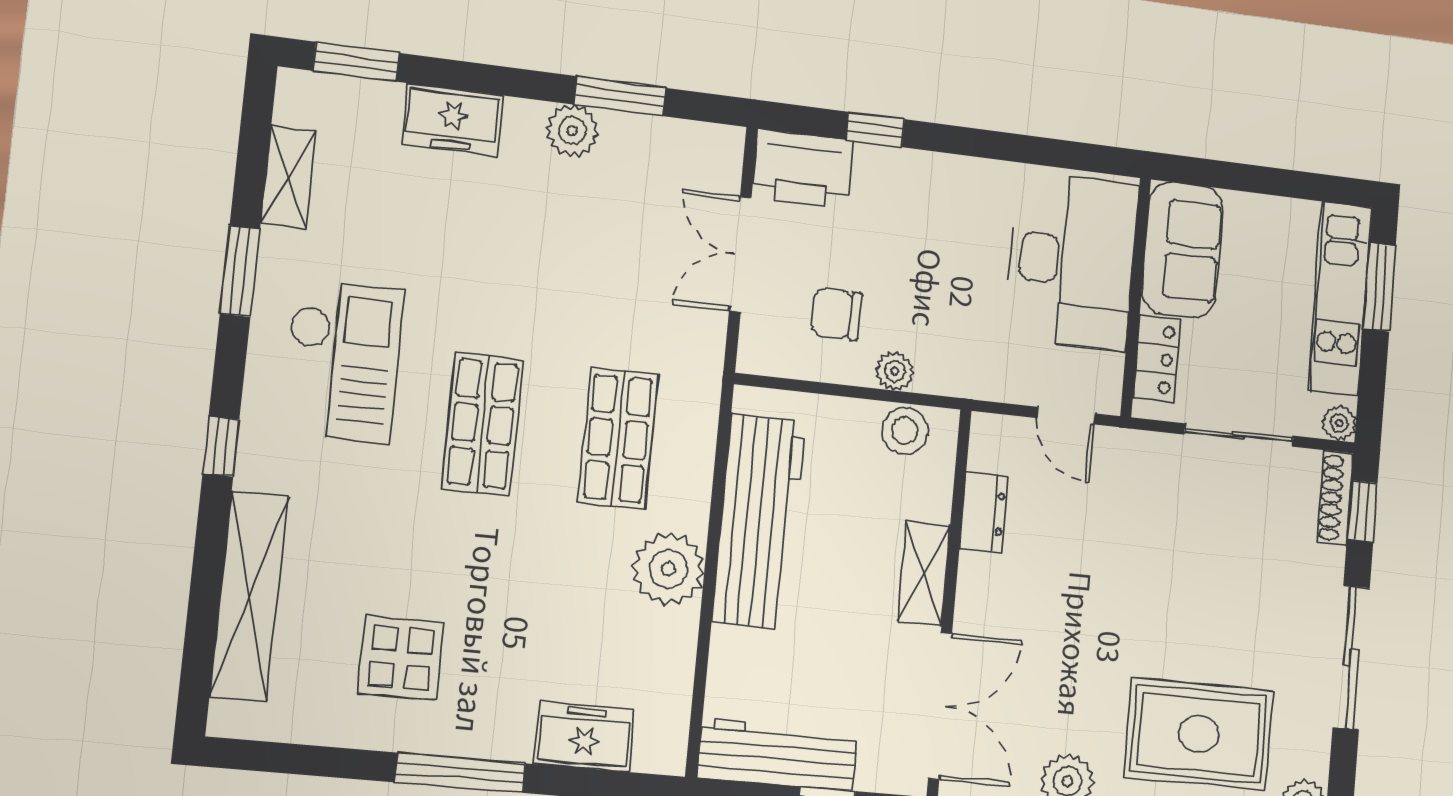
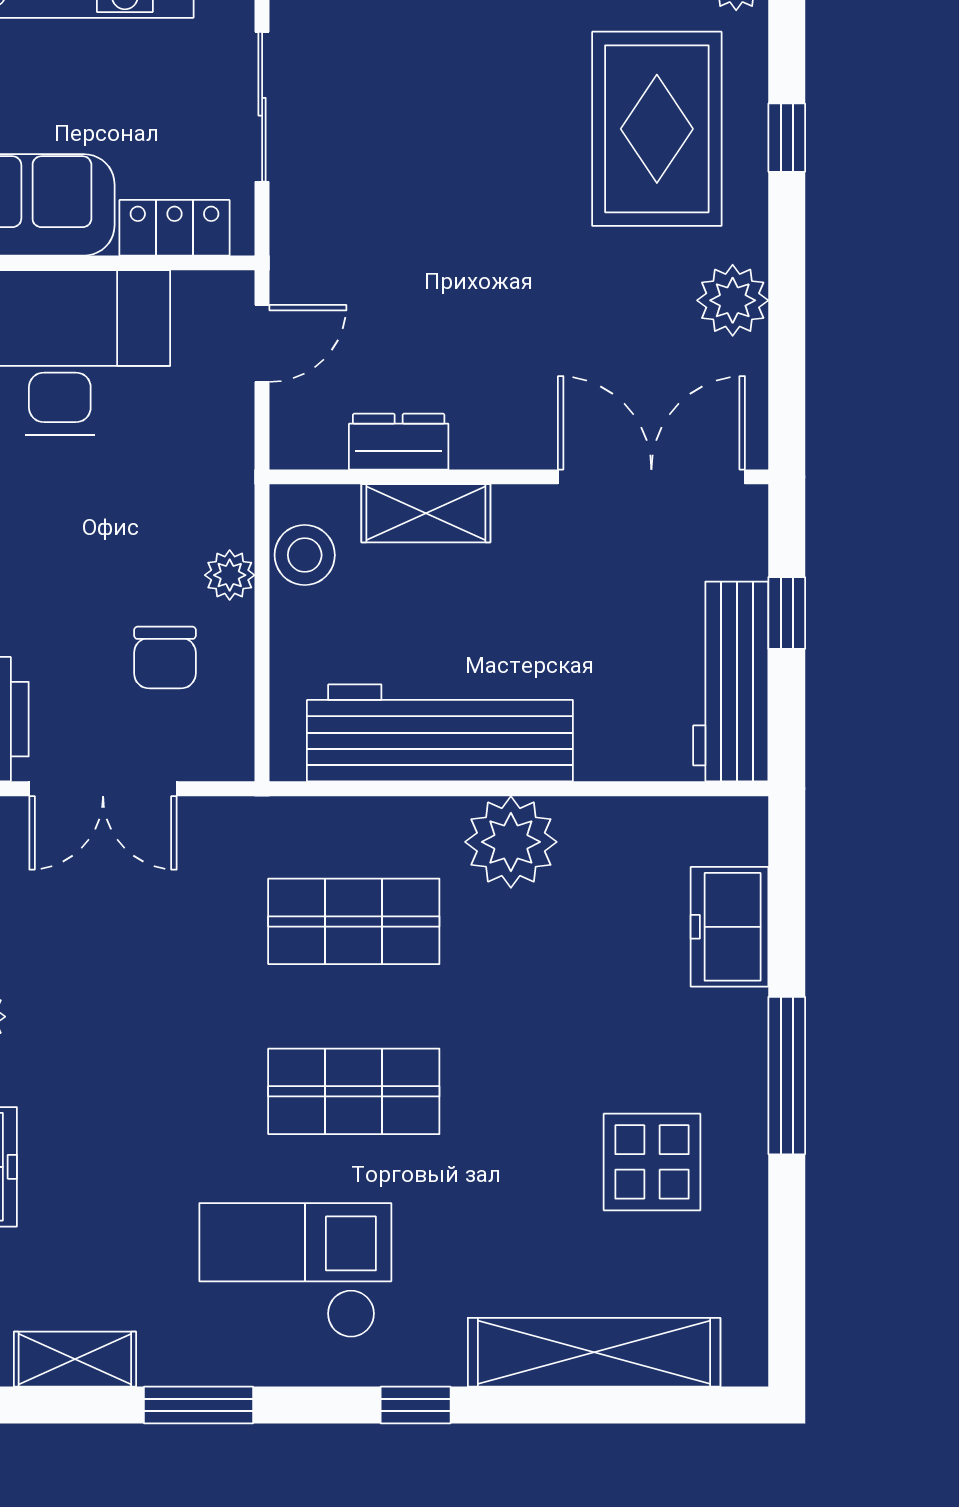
shelving: (924, 574) -> (426, 513), moved

